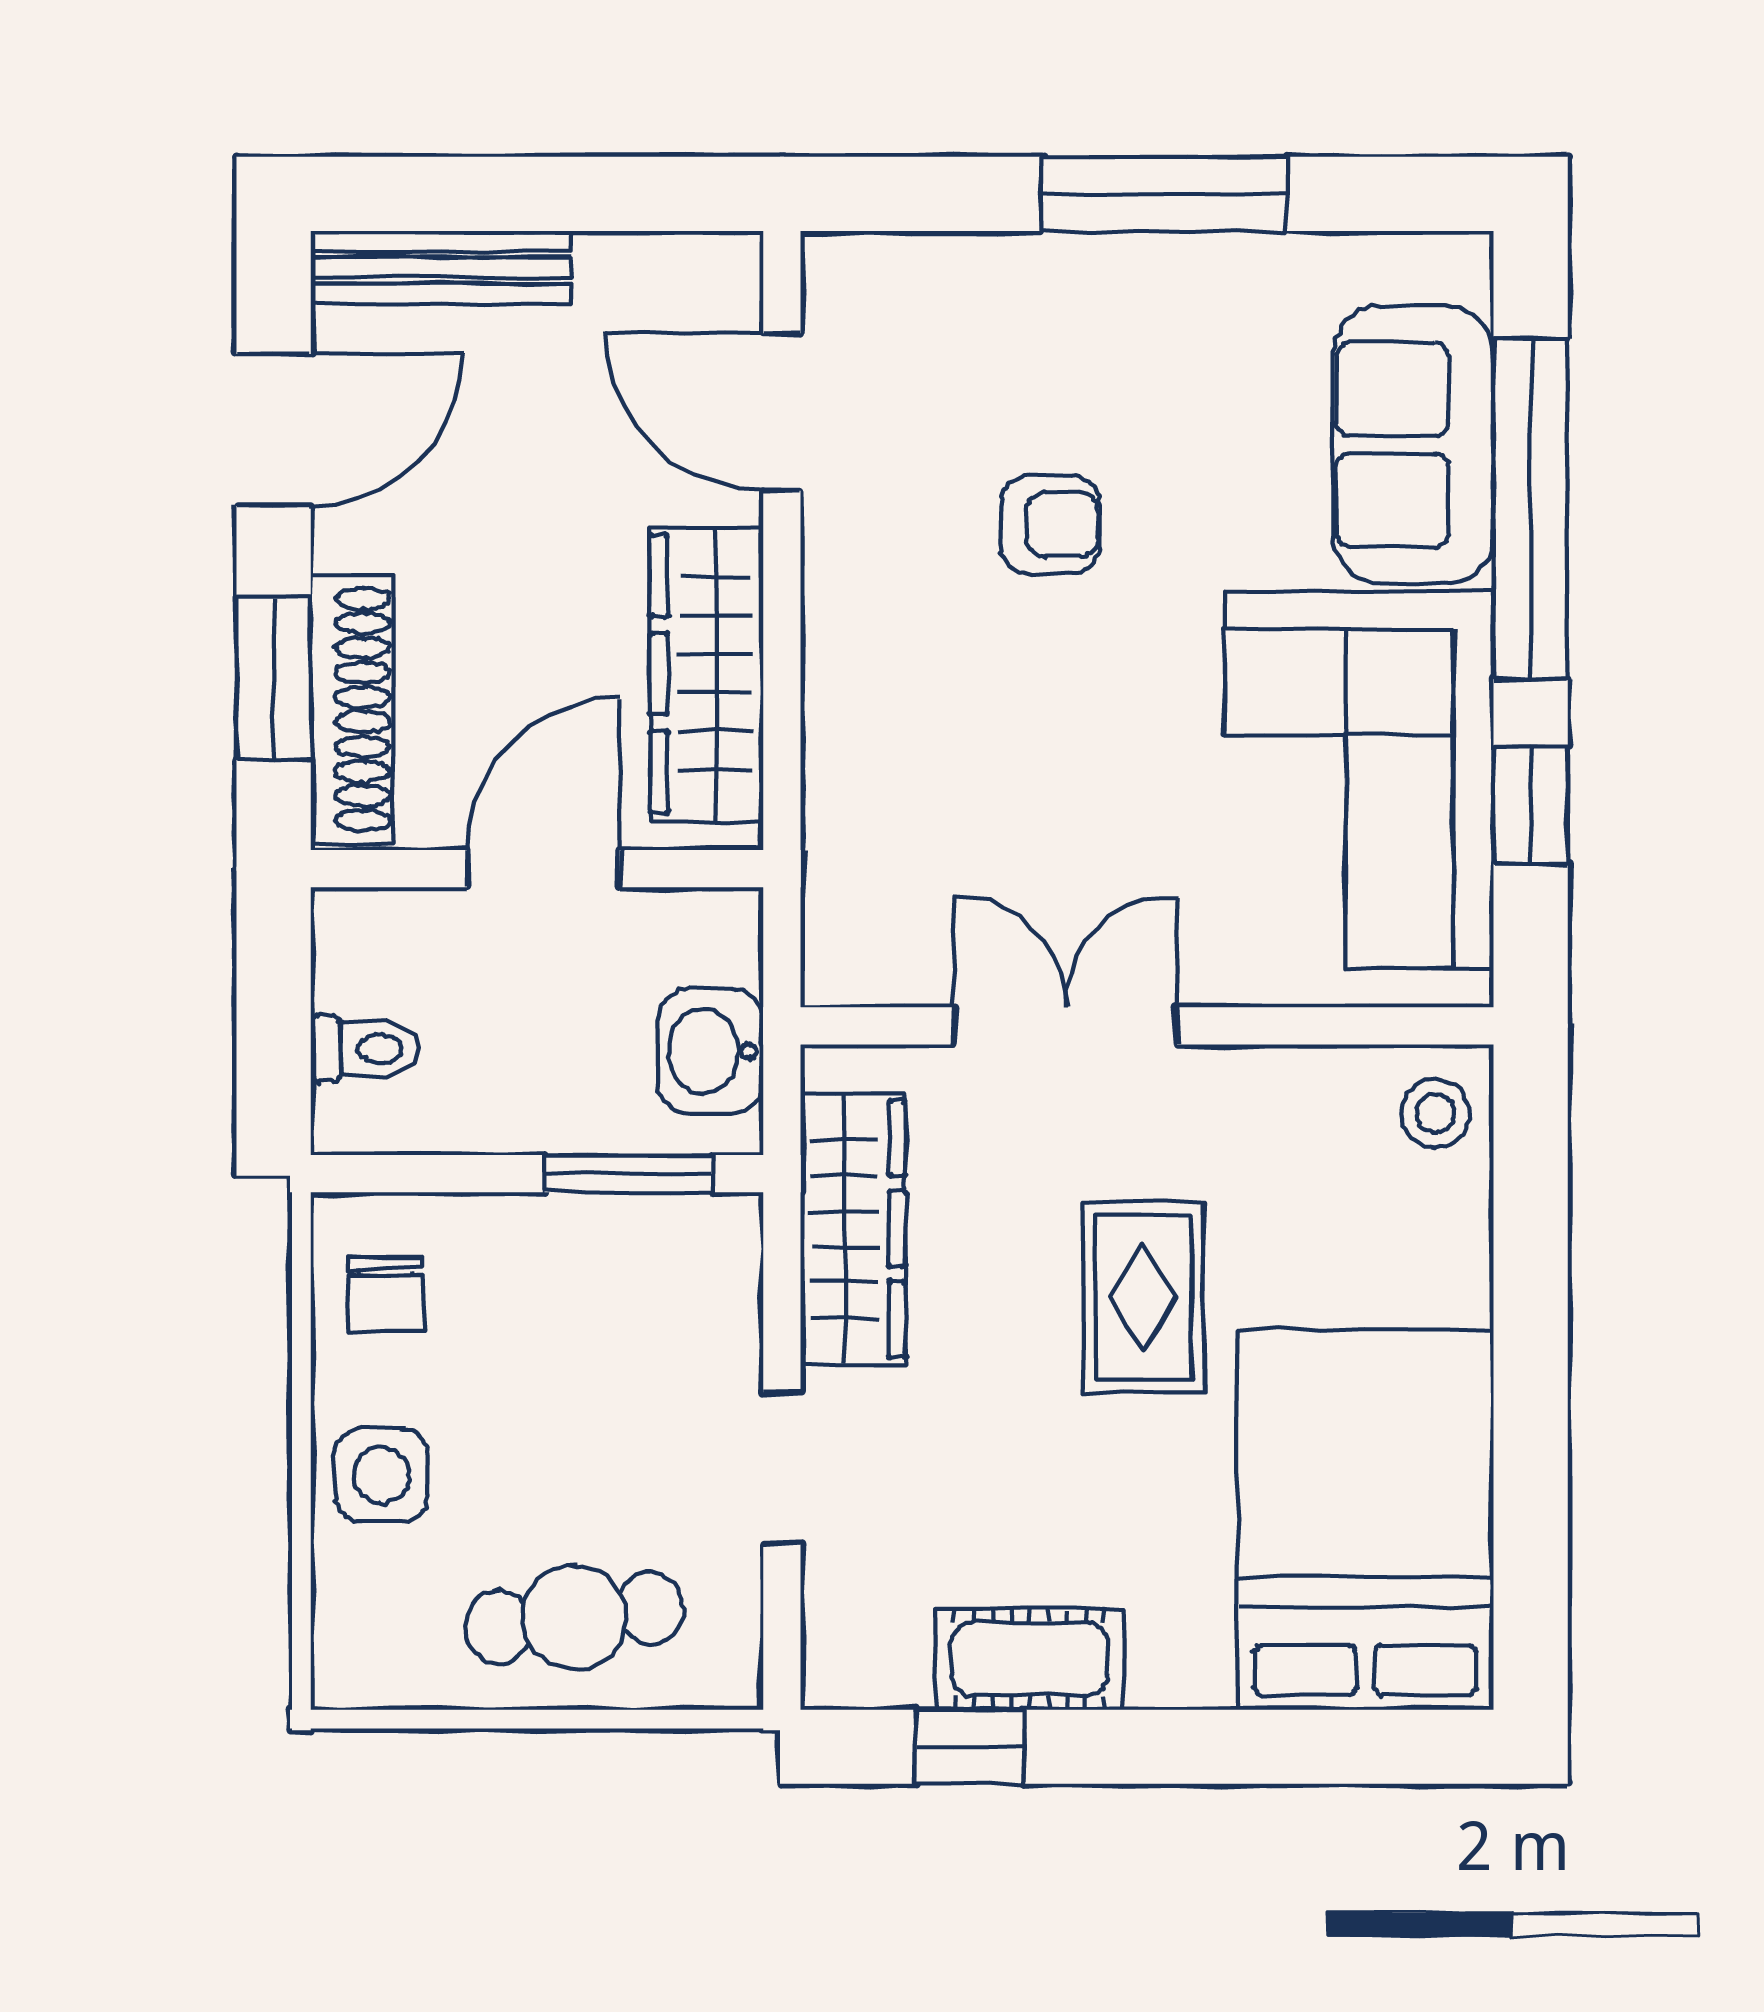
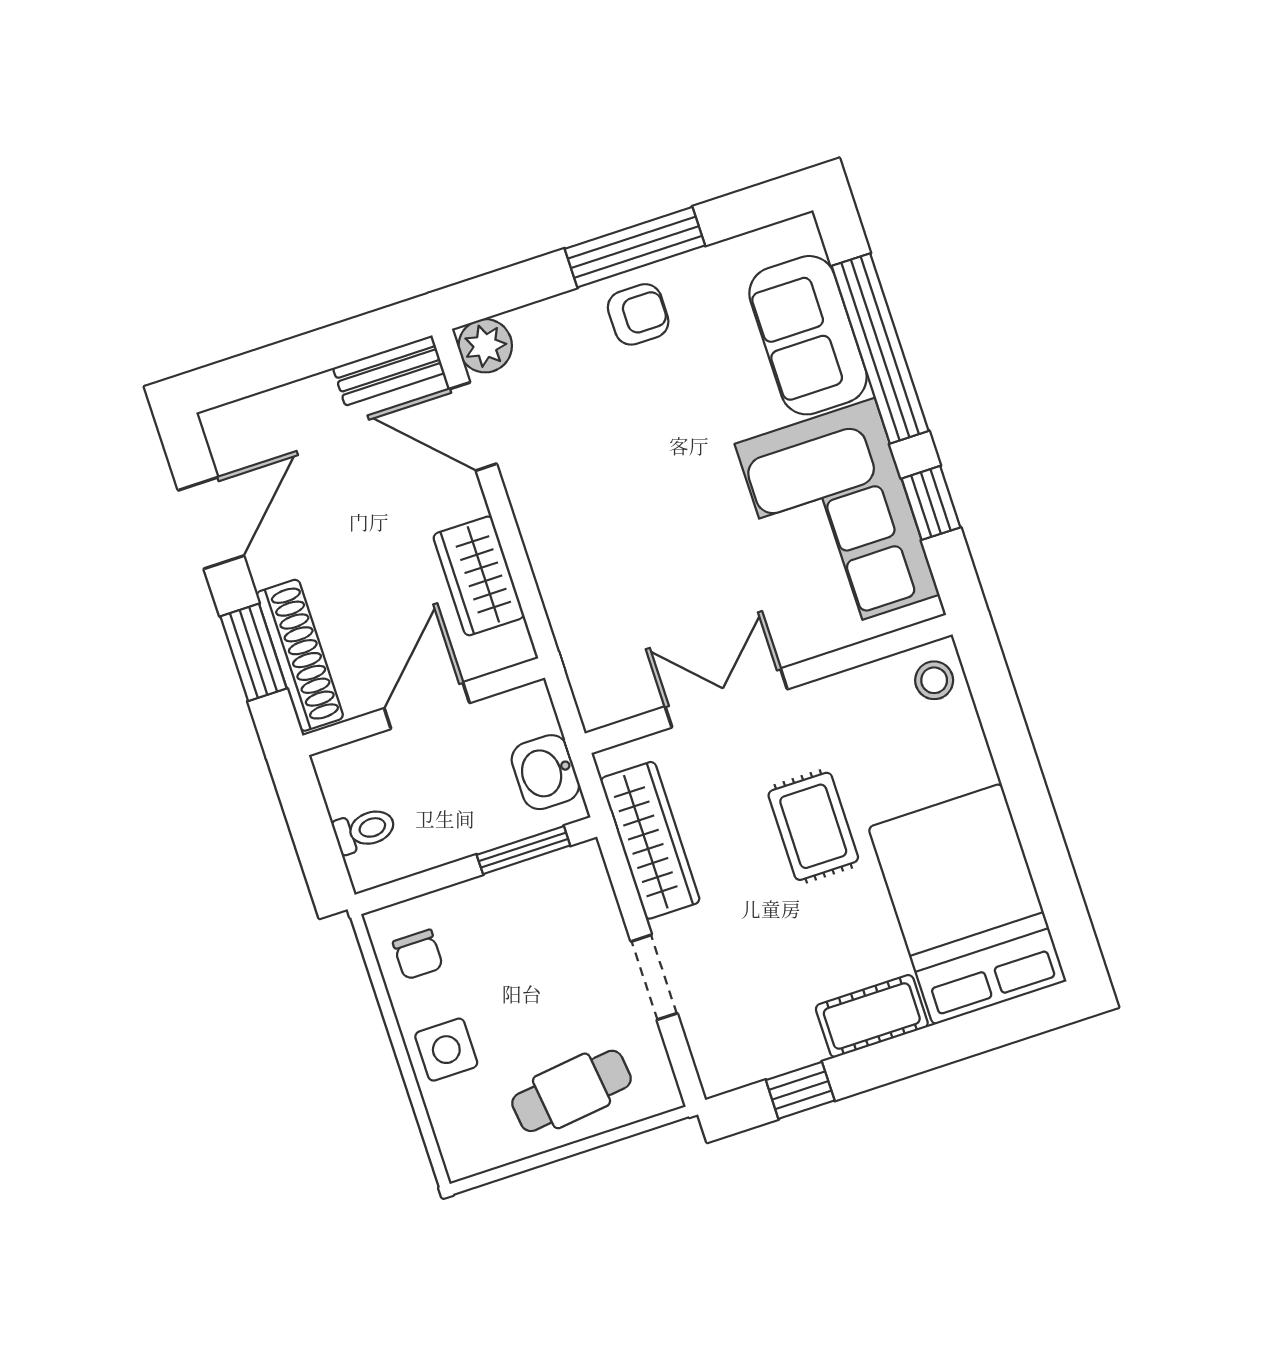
bench: (441, 267) -> (389, 371), moved, width x0.73
plant: (849, 279) -> (485, 346), added
armchair: (1051, 525) -> (638, 314), moved
wardrobe: (707, 674) -> (479, 576), width x0.67
cot: (1030, 1659) -> (872, 1016), moved

